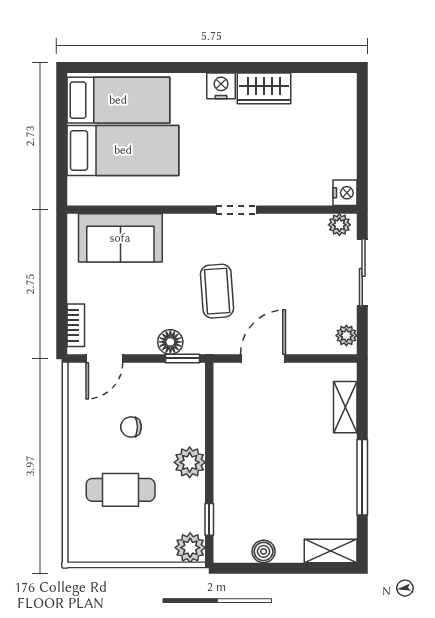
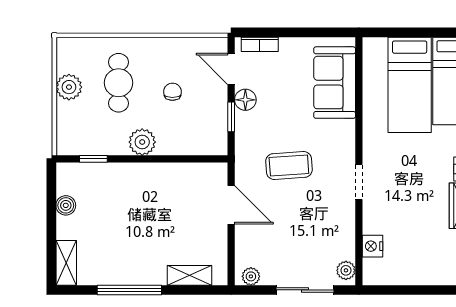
nightstand: (345, 193) -> (372, 246), moved, turned 90
floor lamp: (170, 342) -> (245, 100), moved
window: (183, 358) -> (231, 117), moved
plant: (190, 548) -> (69, 87), moved

